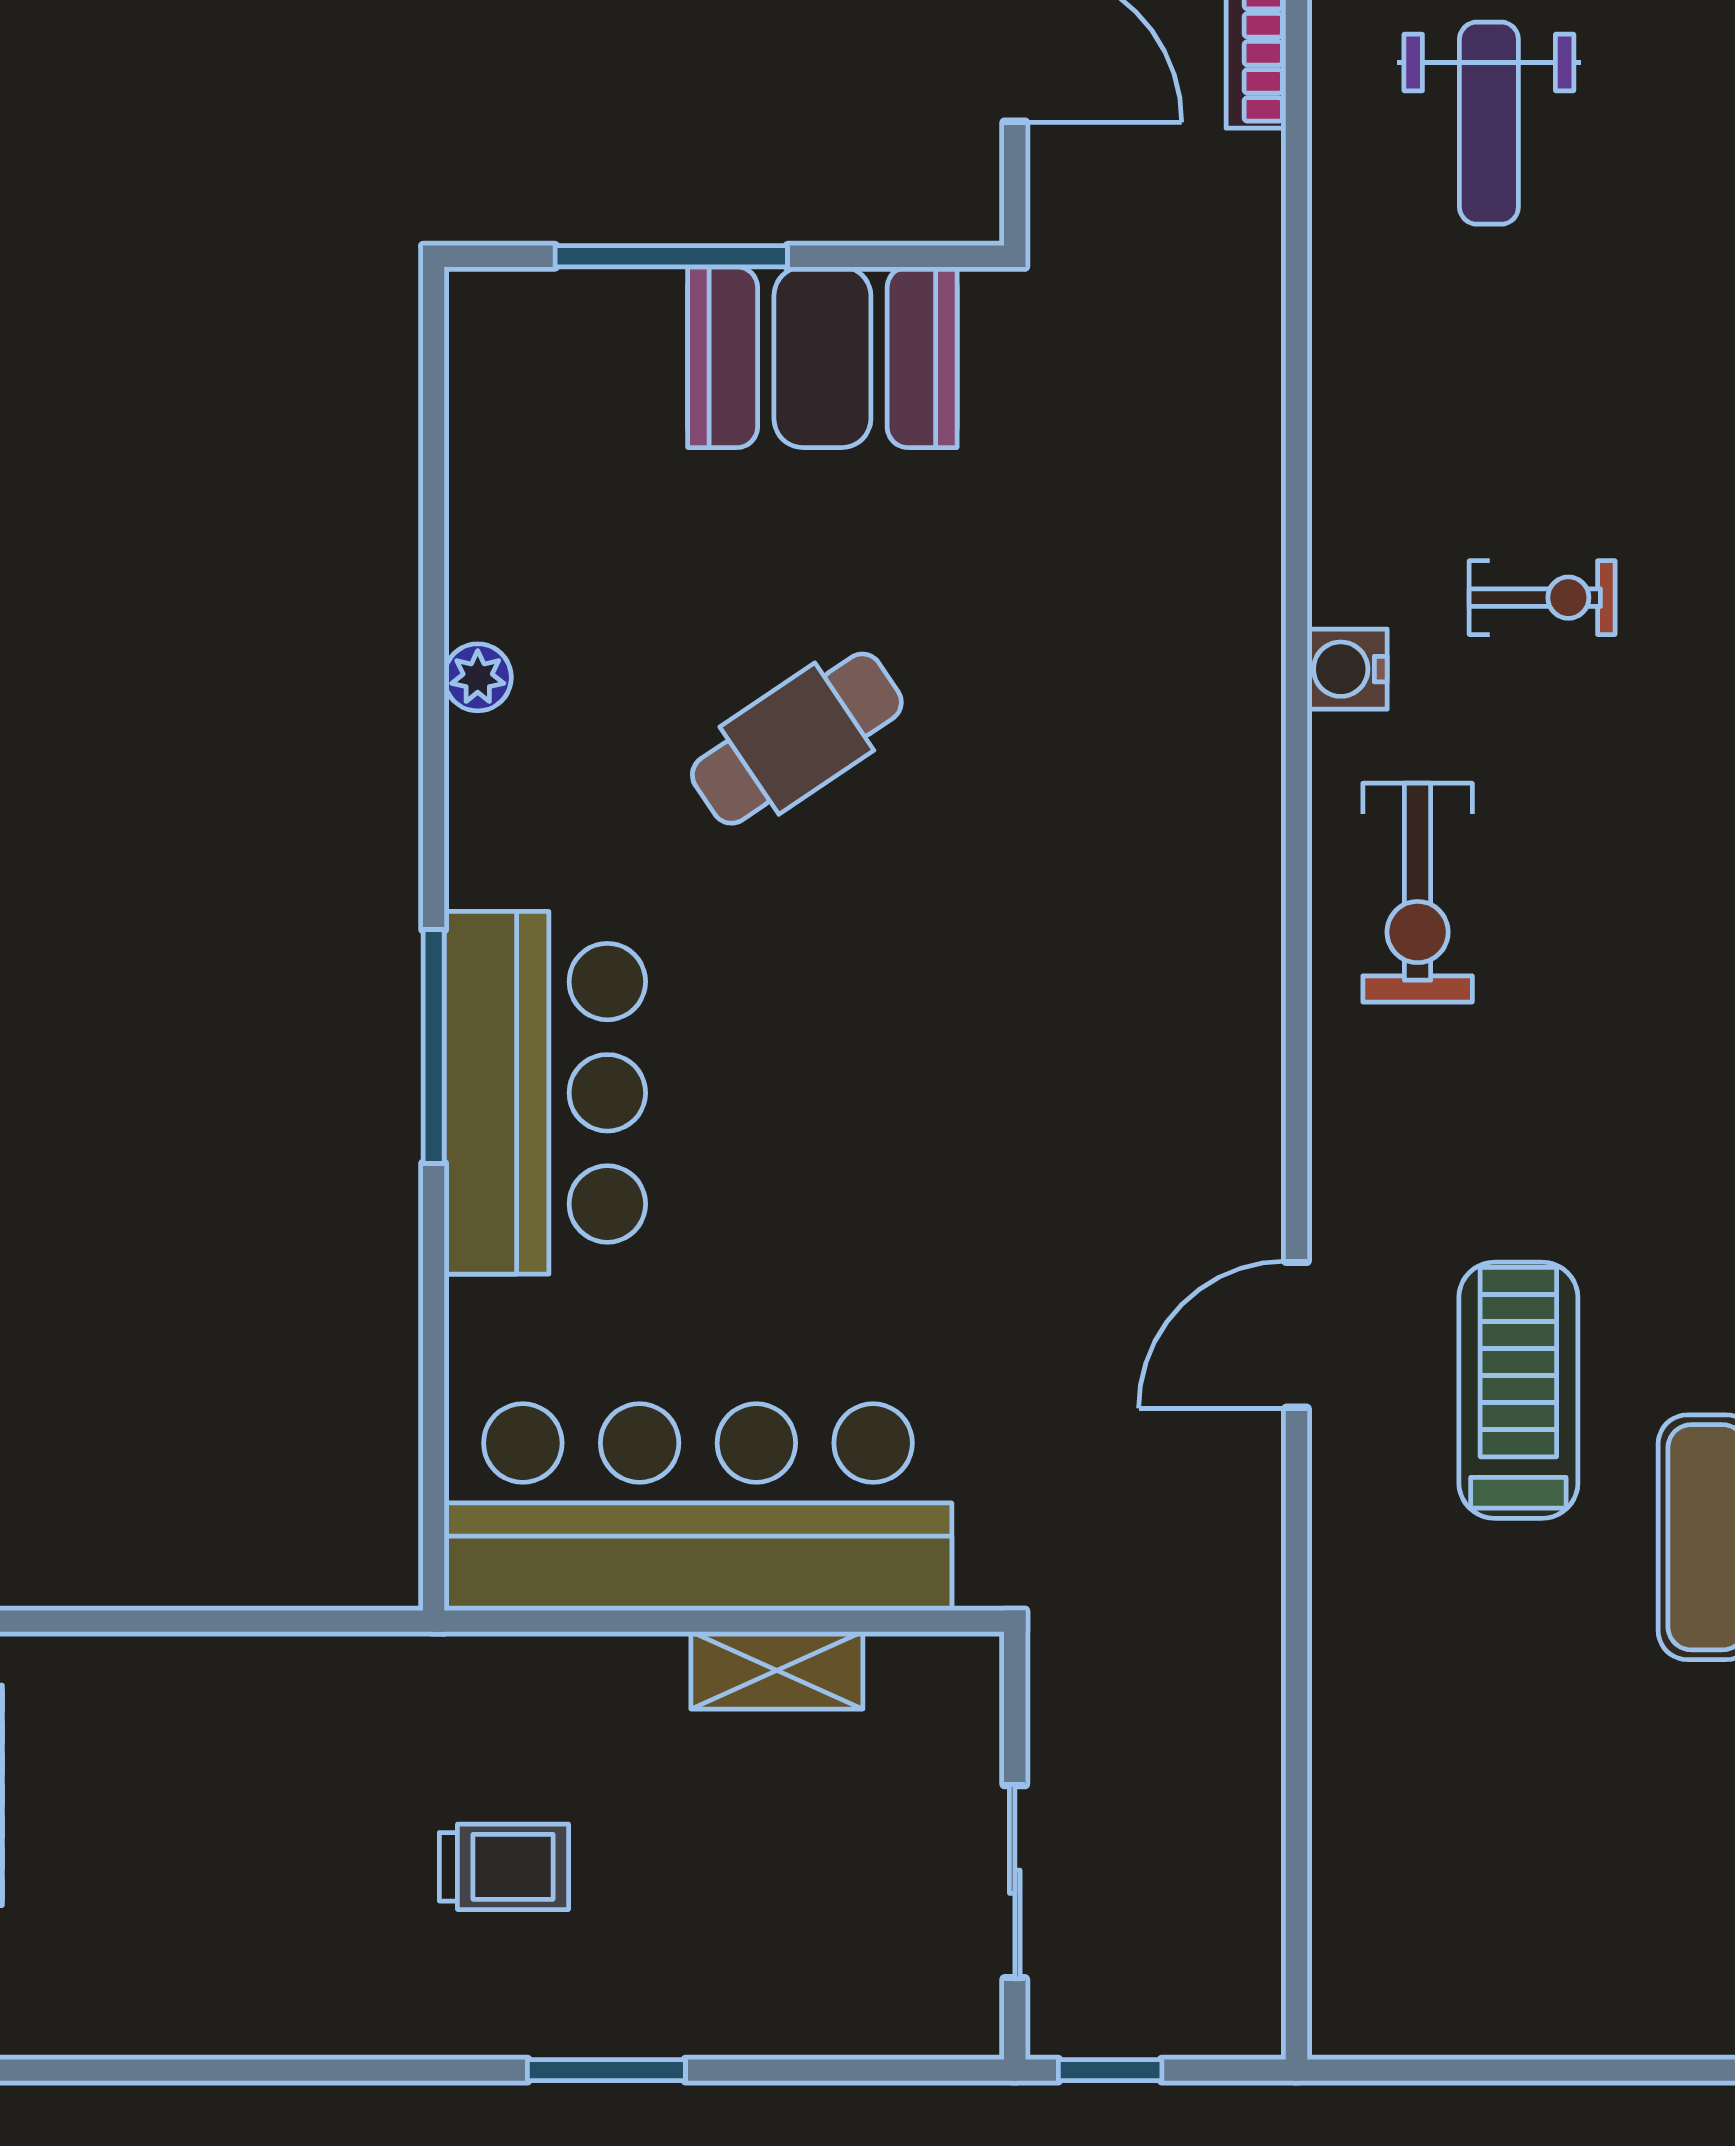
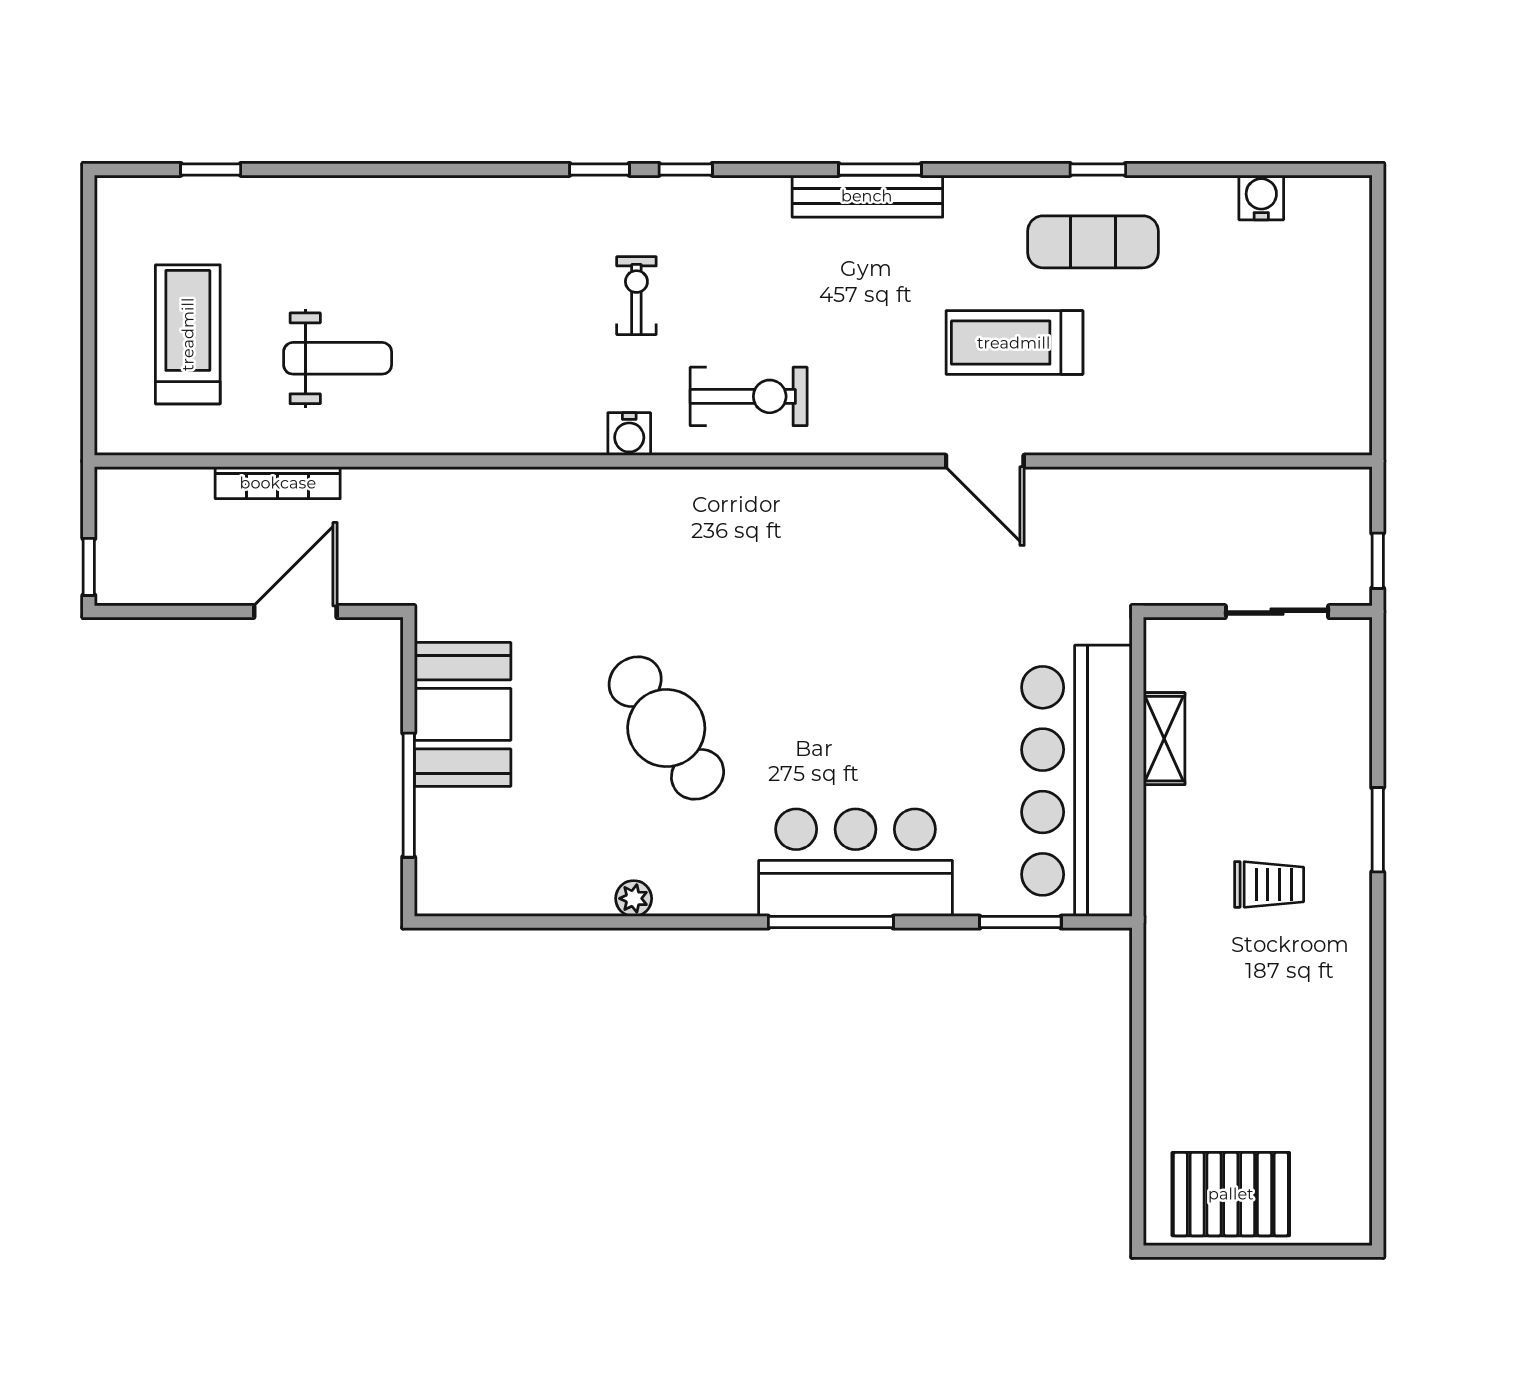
exercise bike: (1542, 598) -> (636, 296), moved
cafe table: (797, 739) -> (666, 728), width x1.37, depth x1.35
window: (434, 1401) -> (1020, 922), added
trolley: (504, 1867) -> (1269, 884), turned 90

